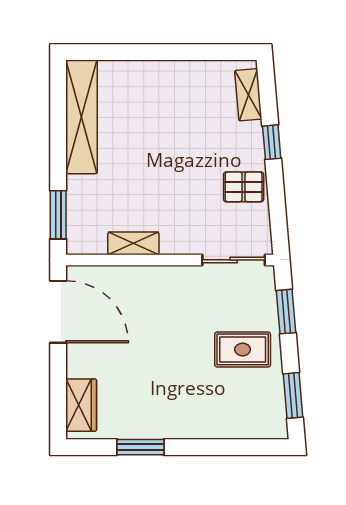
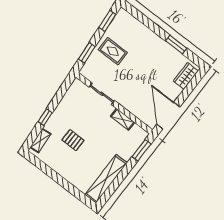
pallet: (244, 187) -> (73, 140), moved
sliding door: (234, 260) -> (102, 94), moved

